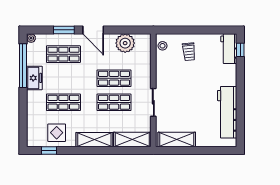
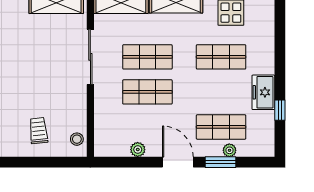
plant: (31, 38) -> (229, 150), moved
plant: (125, 43) -> (138, 150), width x0.53, depth x0.53
window: (23, 66) -> (280, 110), width x0.32
sliding door: (153, 102) -> (90, 57), width x1.37

